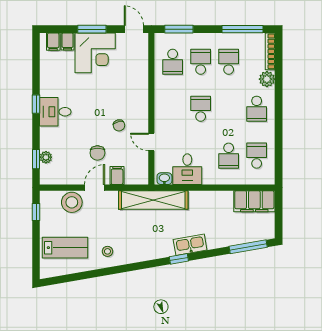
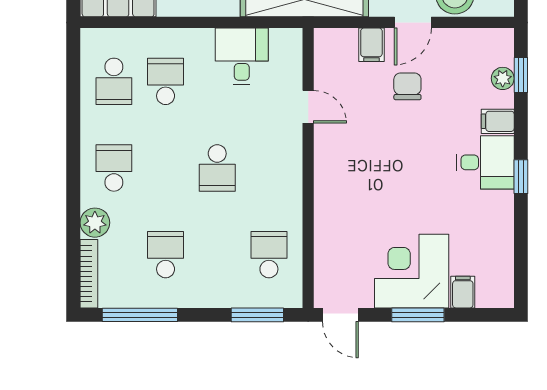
filing cabinet: (53, 42) -> (498, 121), moved, turned -90
school desk: (201, 62) -> (217, 255), removed
school desk: (229, 62) -> (166, 255), turned 180
chair: (119, 125) -> (368, 137), removed
washbasin: (164, 179) -> (284, 39), removed

